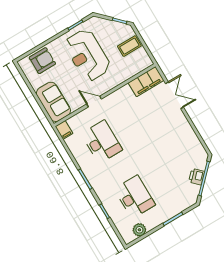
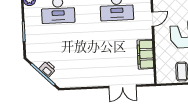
filing cabinet: (146, 82) -> (145, 54), moved

